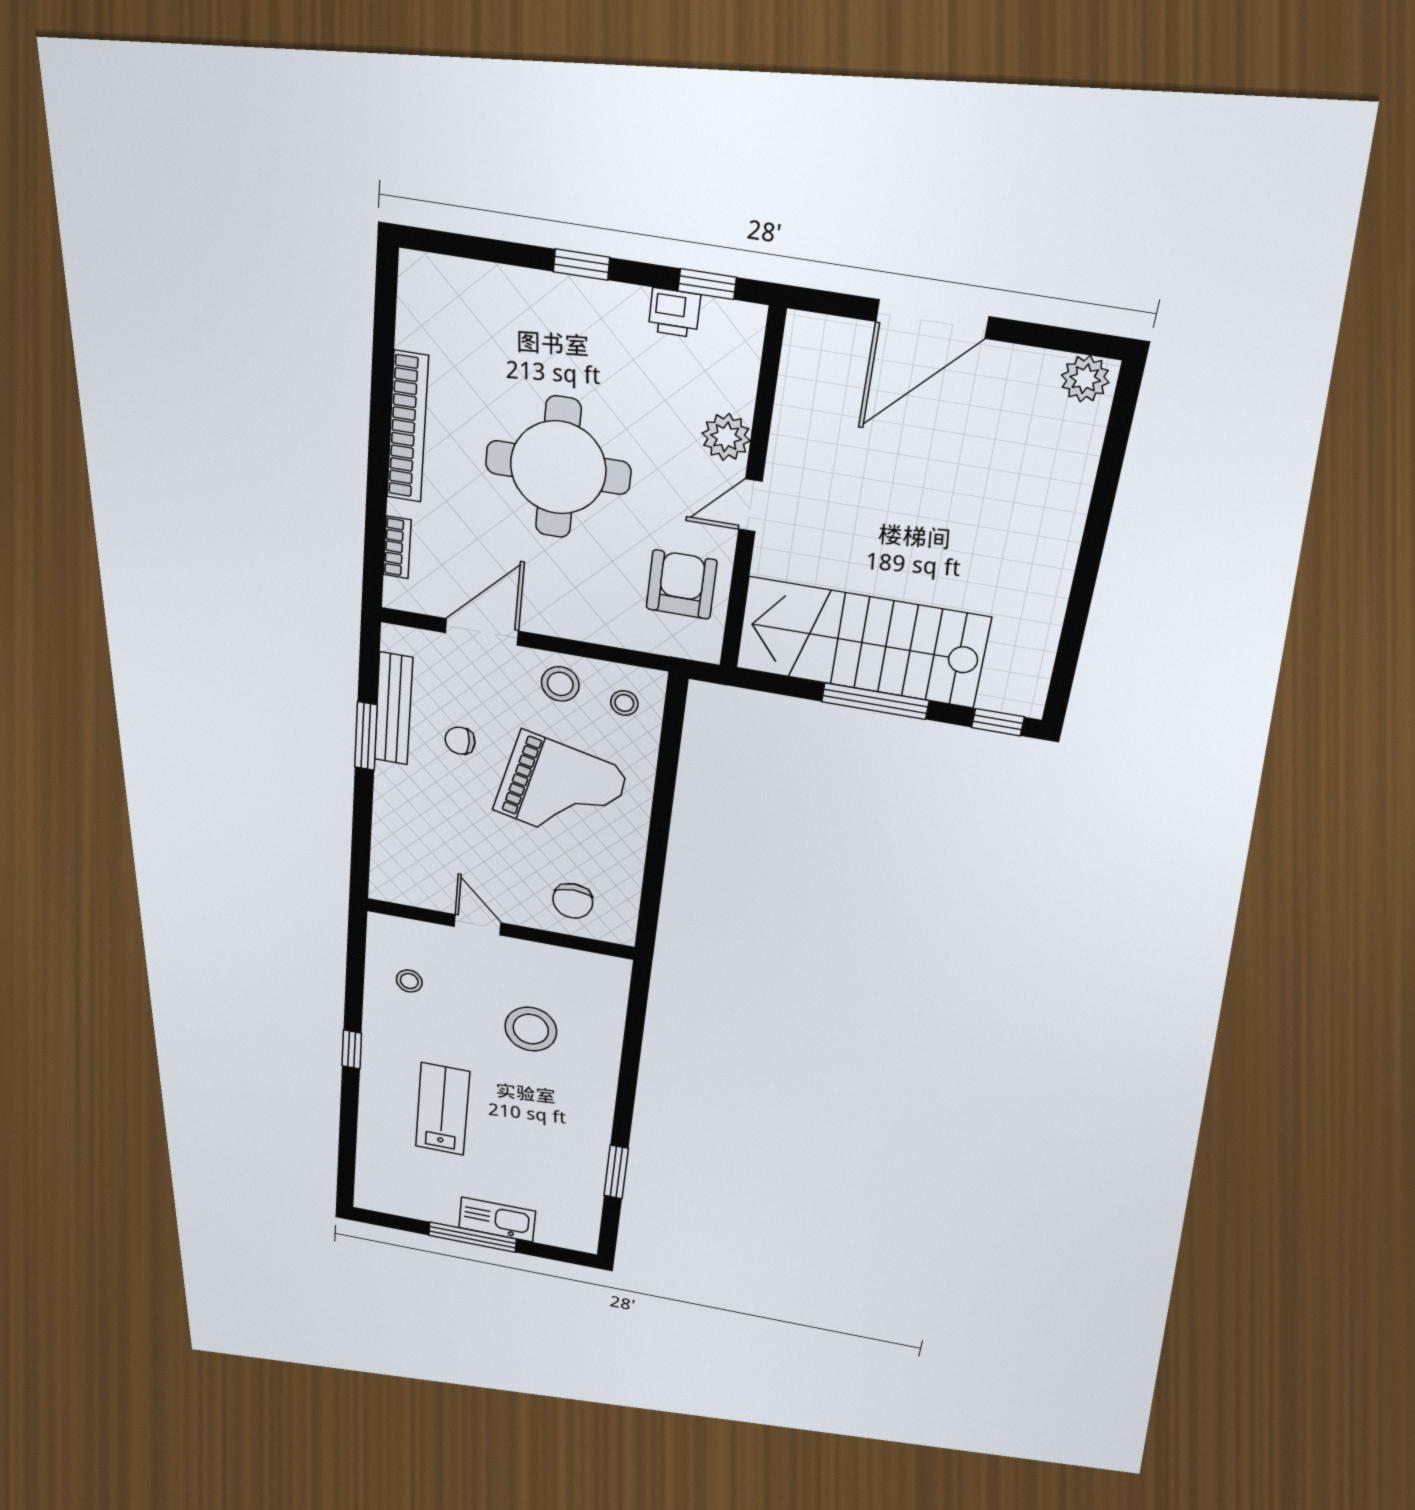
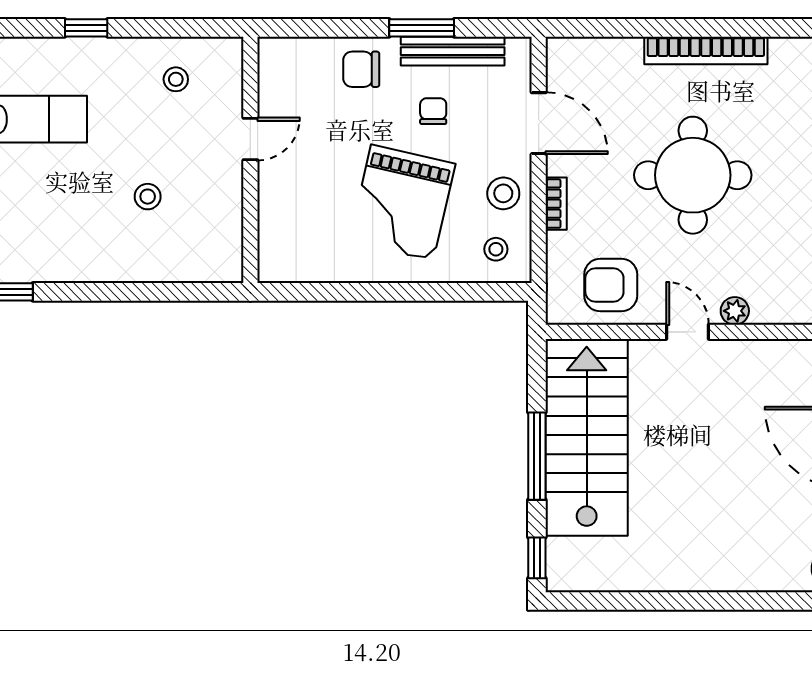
plant: (726, 437) -> (735, 311), width x0.73, depth x0.73
bookcase: (397, 547) -> (556, 204), moved, turned -90
armchair: (681, 585) -> (611, 285), turned 180
chair: (573, 901) -> (361, 69), moved
stool: (531, 1029) -> (148, 197), width x0.53, depth x0.53

